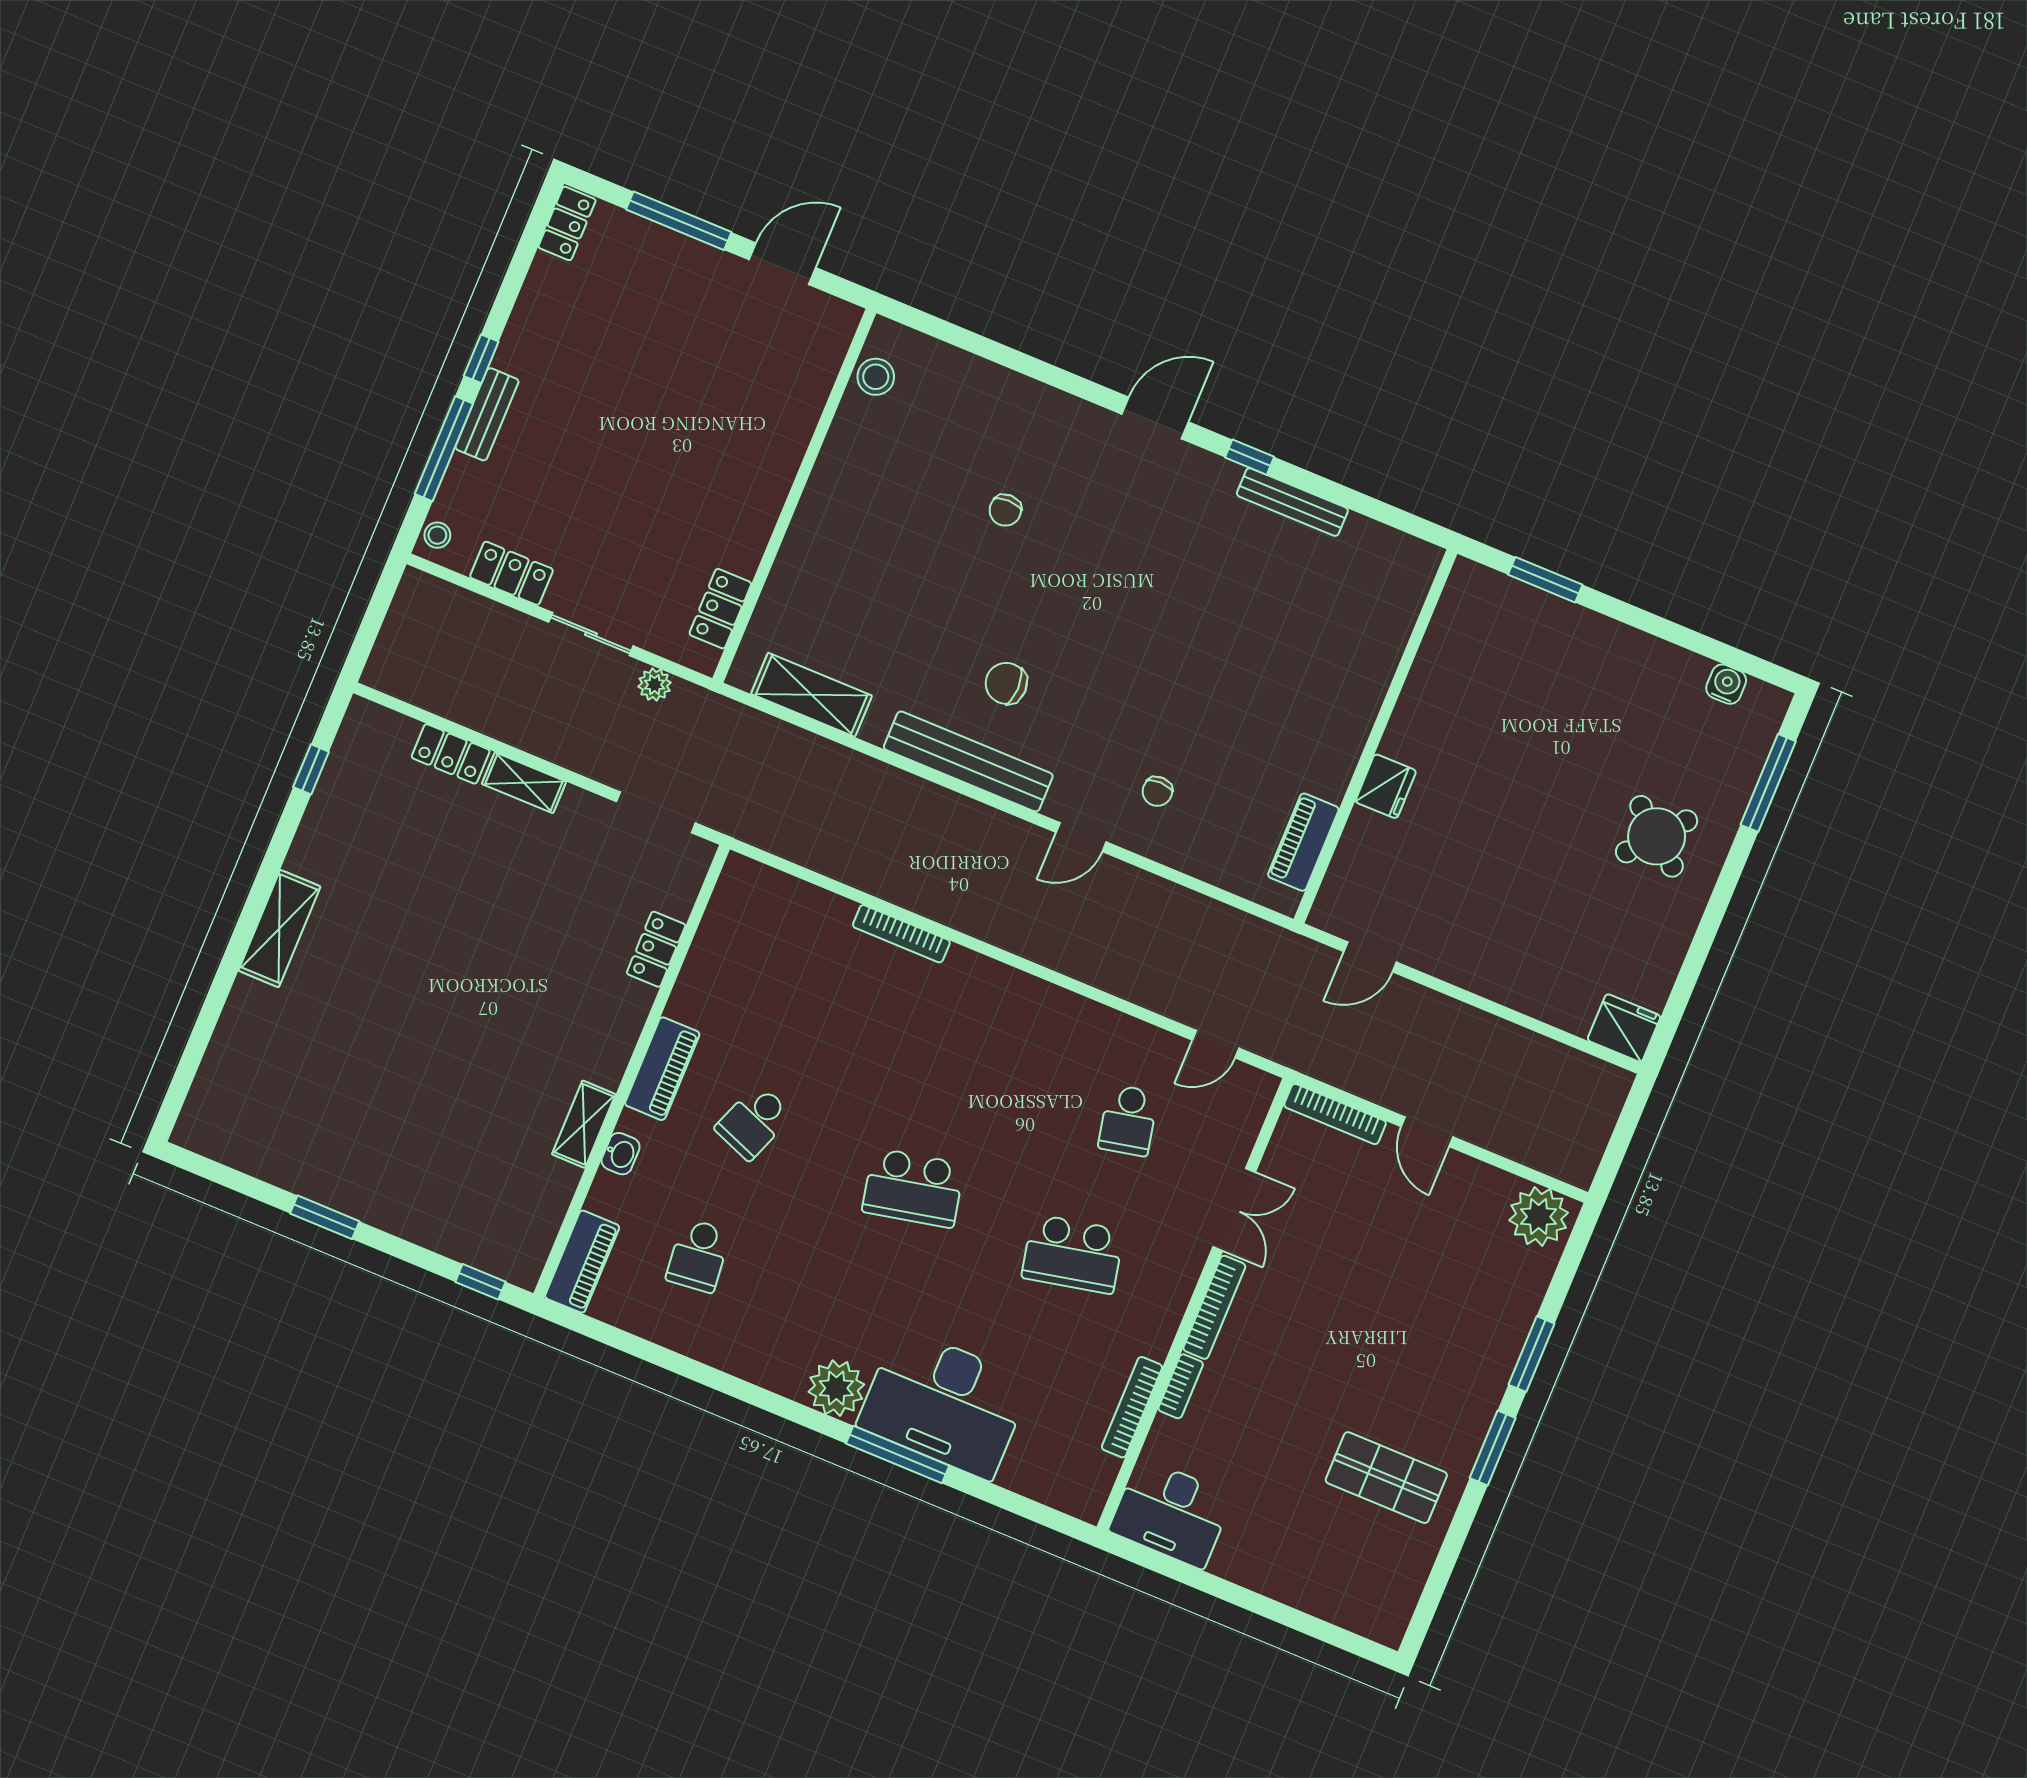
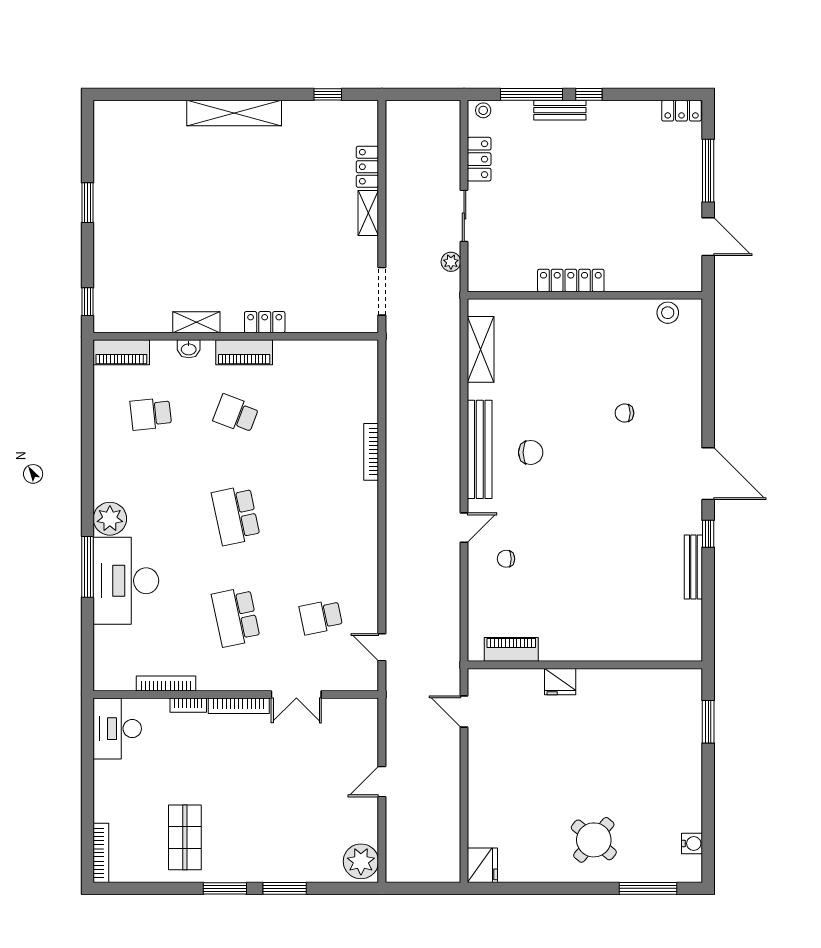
door: (1155, 418) -> (708, 474), width x1.36
locker: (720, 609) -> (571, 280), moved, width x1.53
chair: (1006, 683) -> (531, 452), turned 90
door: (1081, 837) -> (464, 528), swing flipped
shelving: (279, 929) -> (234, 113), width x1.47
locker: (656, 949) -> (265, 322), moved
bookcase: (1335, 1114) -> (101, 853), moved, turned 180

